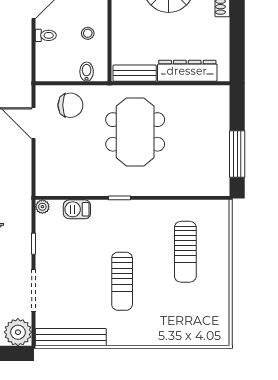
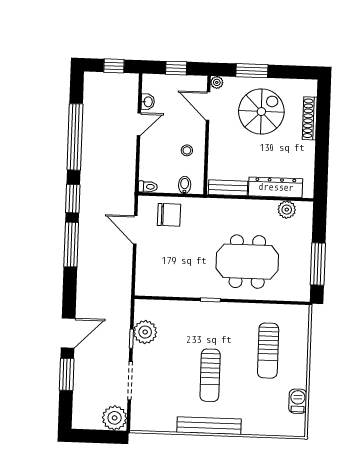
toilet: (46, 35) -> (148, 187), moved
plant: (201, 95) -> (287, 210), added
meeting table: (135, 132) -> (247, 262), moved, turned 90
plant: (42, 207) -> (145, 332), moved, width x1.88, depth x1.88
barbecue: (77, 209) -> (298, 401), moved, turned 90
bench: (71, 337) -> (209, 426), moved

